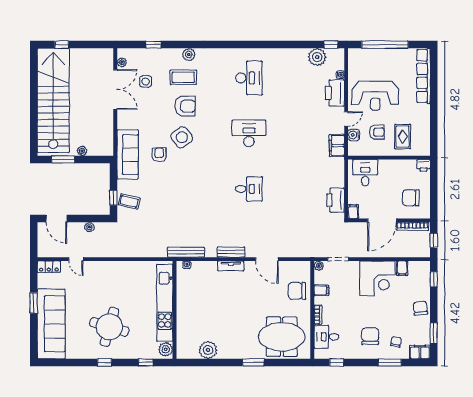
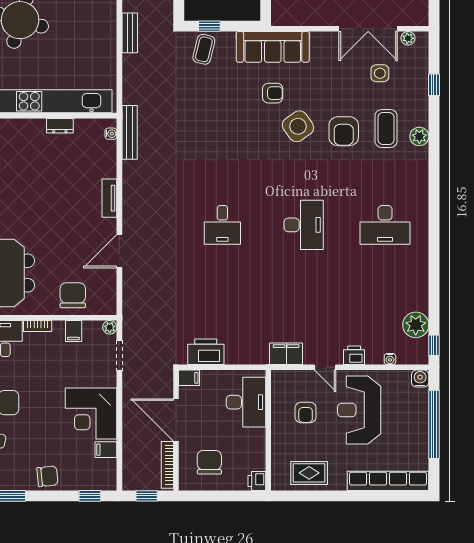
printer: (335, 93) -> (354, 355), width x0.53, depth x0.68
water cooler: (354, 135) -> (420, 379), moved
rug: (403, 137) -> (309, 473), moved
desk: (365, 173) -> (246, 402), width x1.37
bench: (231, 252) -> (130, 33), moved
dresser: (181, 300) -> (60, 126), added

